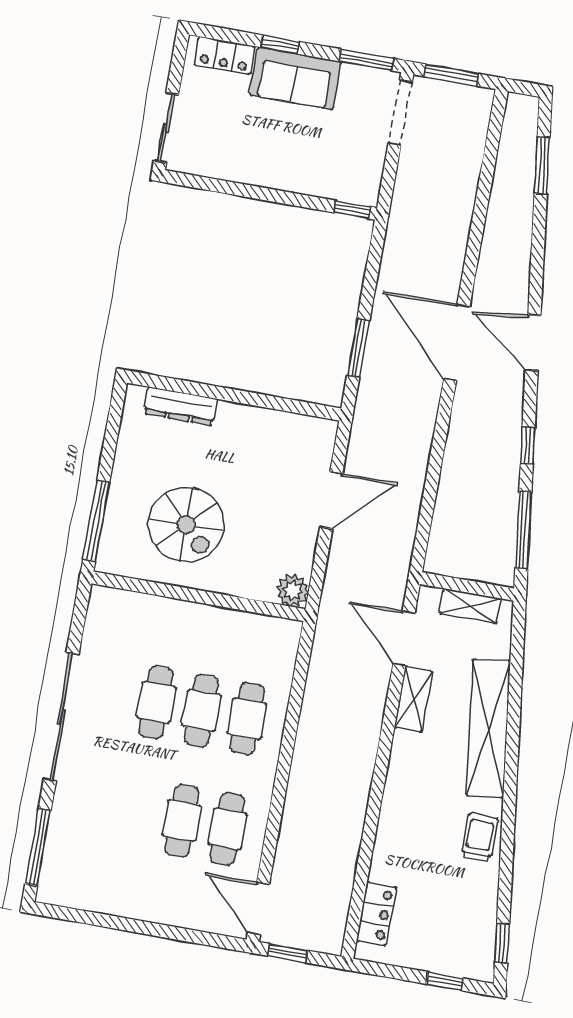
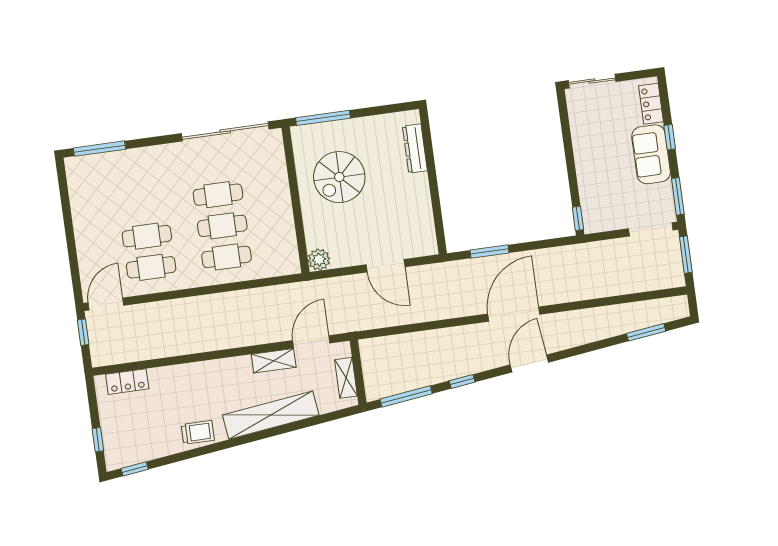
sliding door: (61, 717) -> (225, 131), moved

